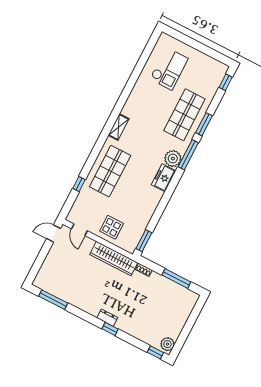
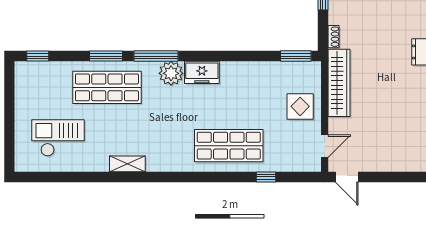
shelving: (119, 127) -> (127, 164), moved

